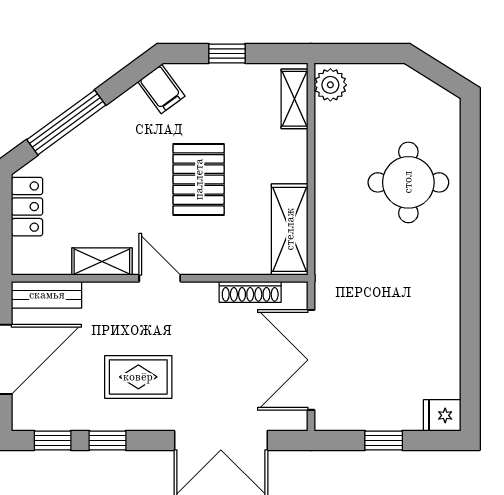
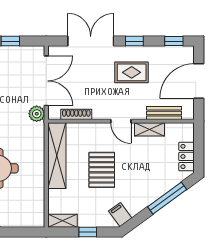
plant: (330, 85) -> (37, 114), moved
shelving: (295, 99) -> (62, 221), moved, turned 90
shelving: (290, 229) -> (57, 156), width x1.47
bench: (47, 295) -> (164, 113), moved
window: (108, 440) -> (134, 41), moved

